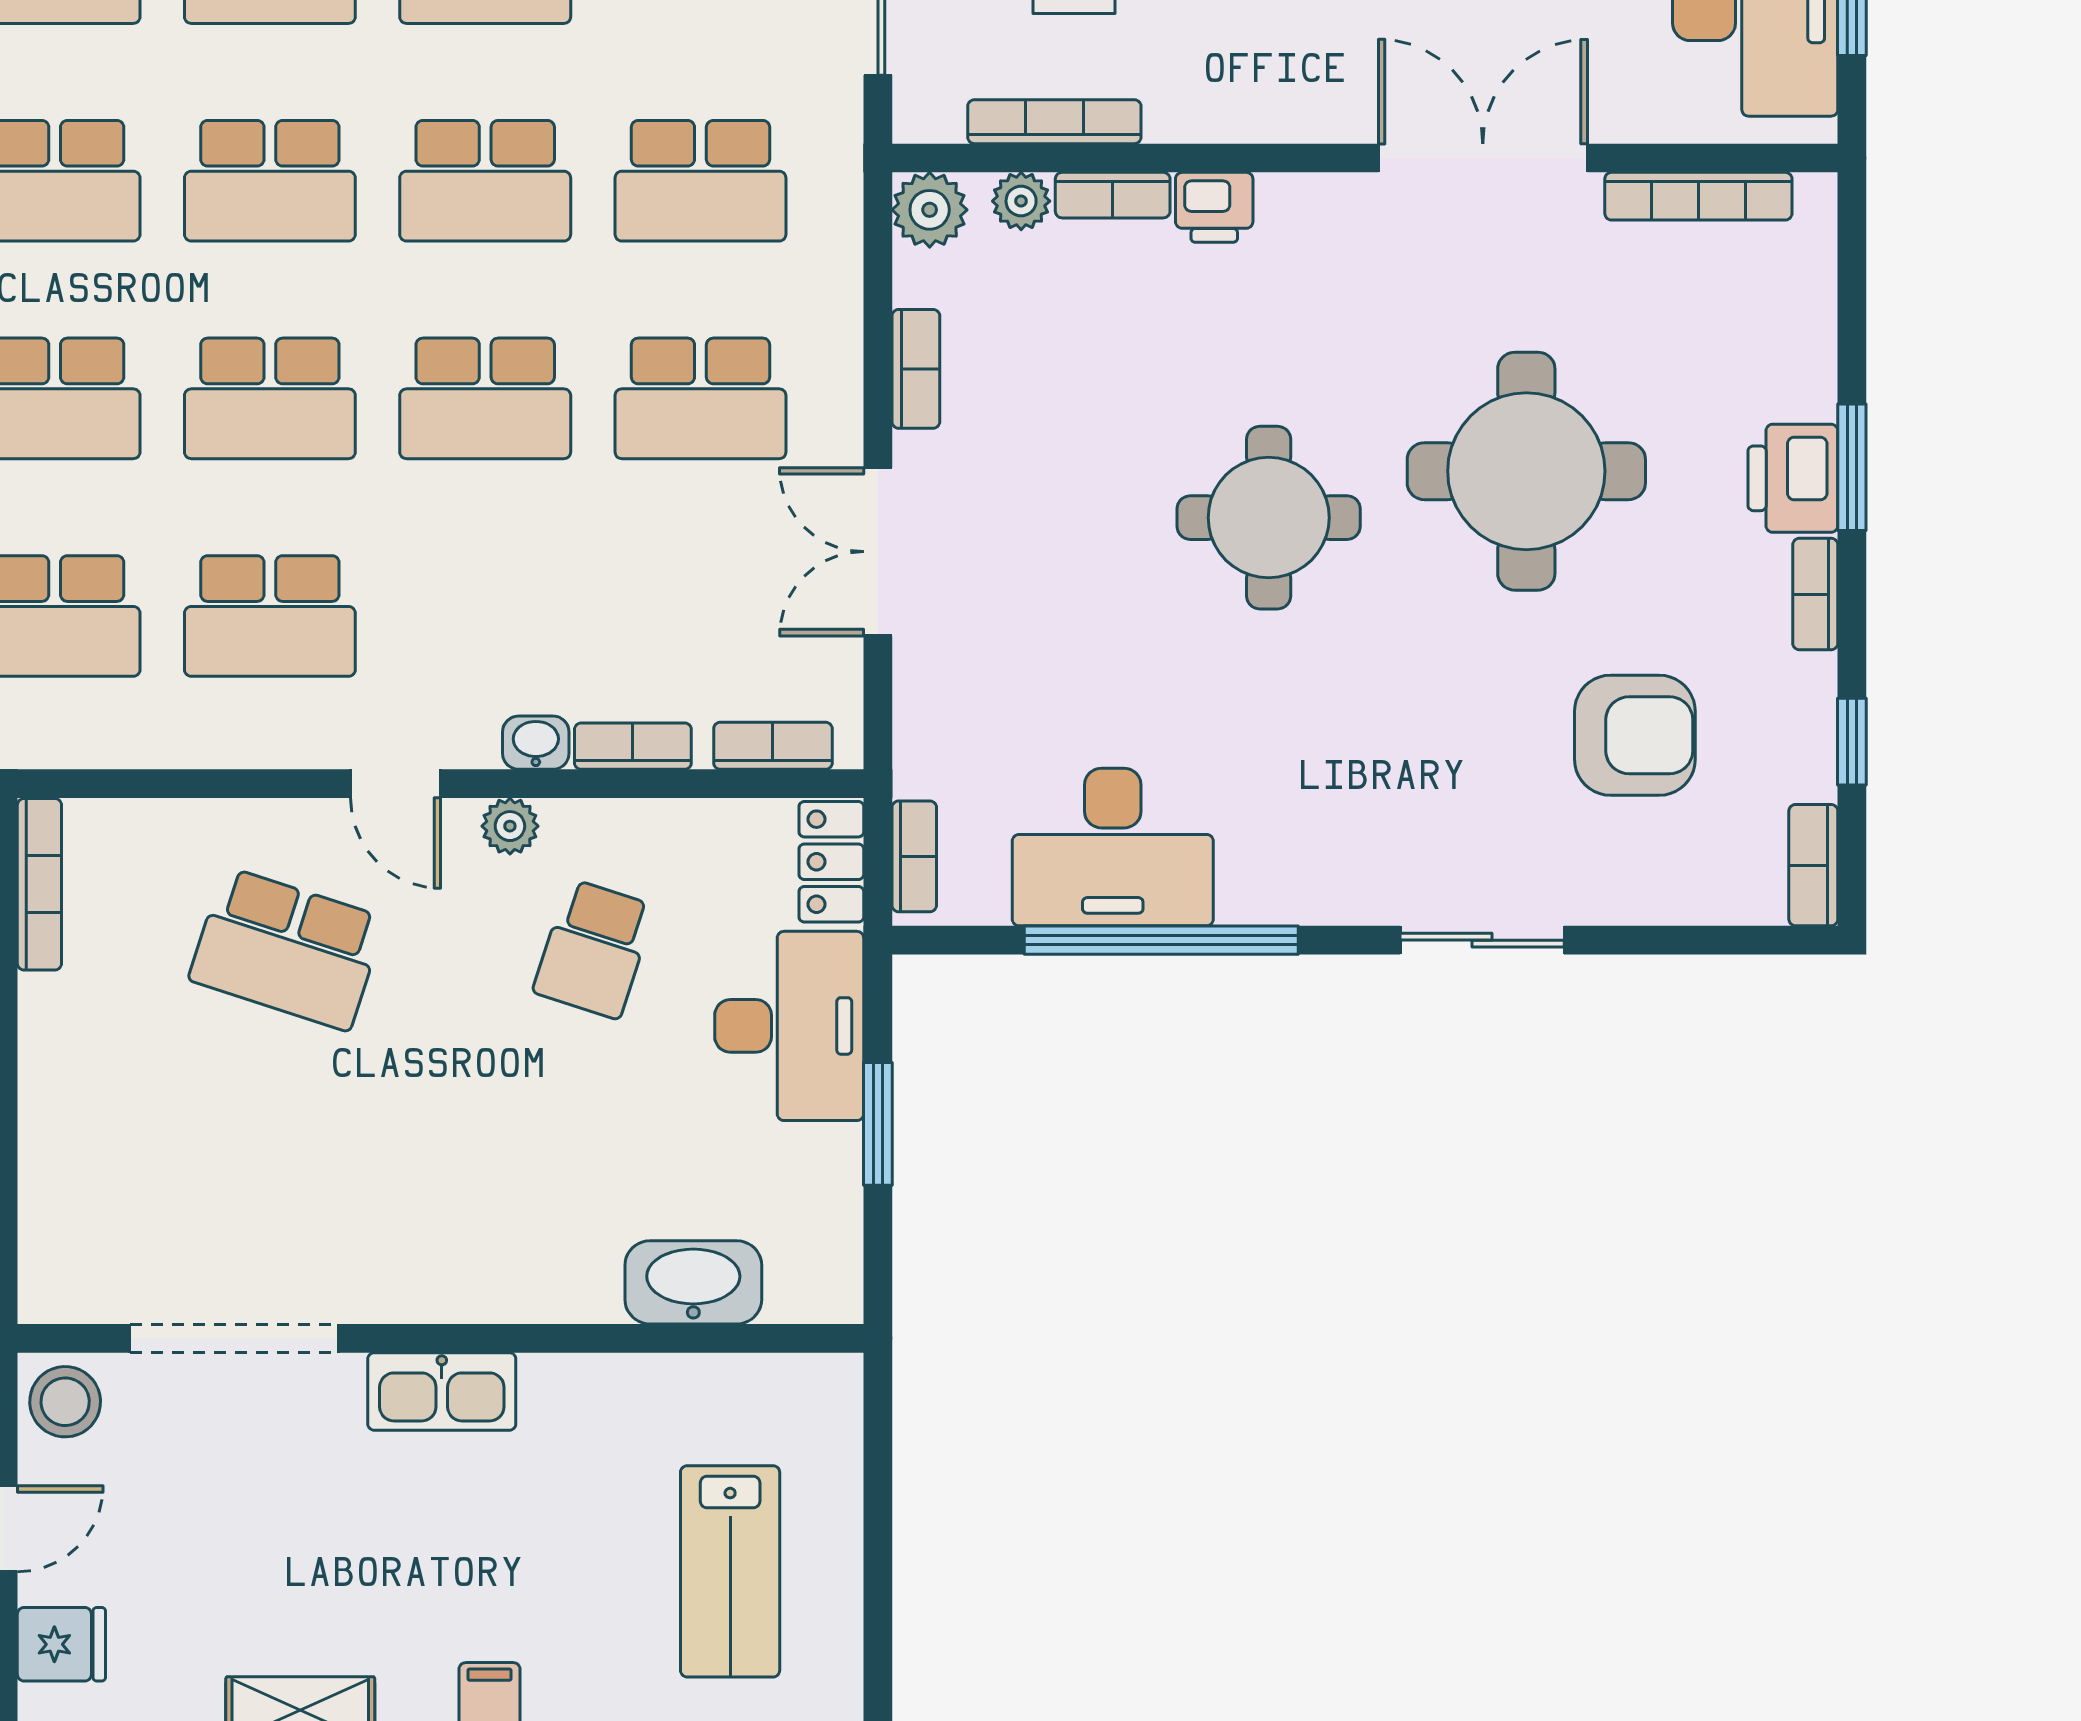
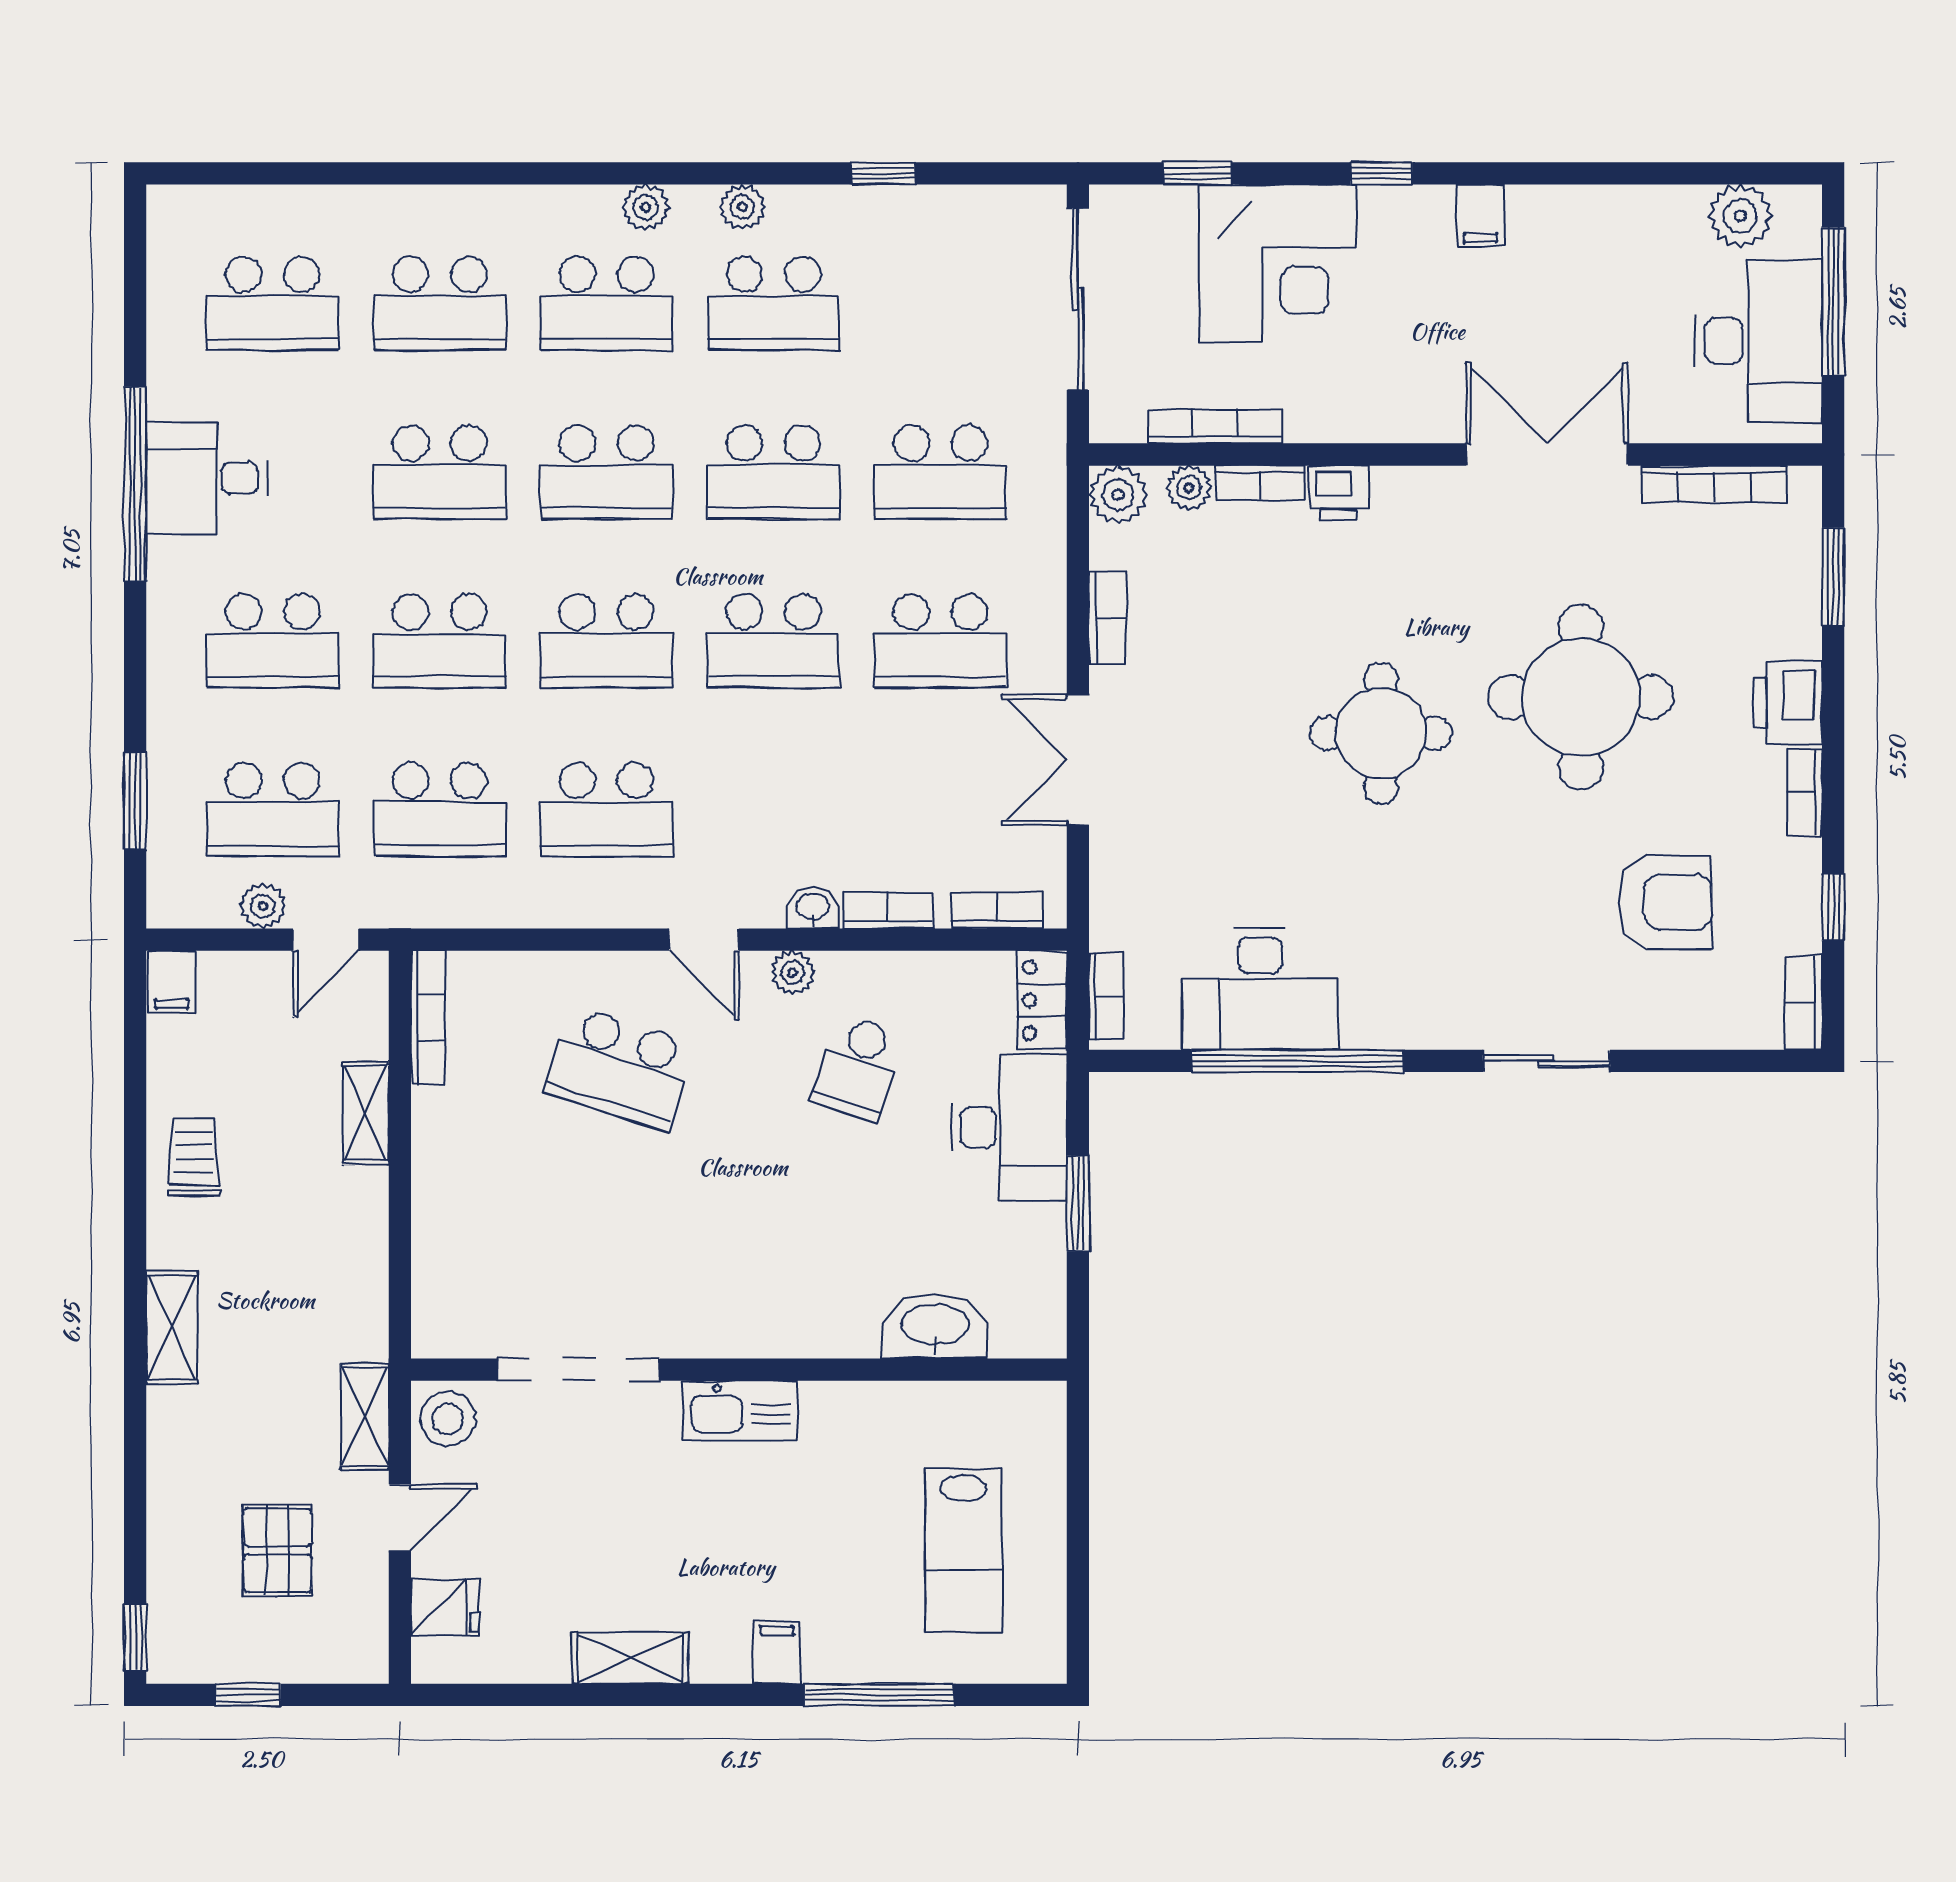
window: (1852, 467) -> (1833, 577), moved

